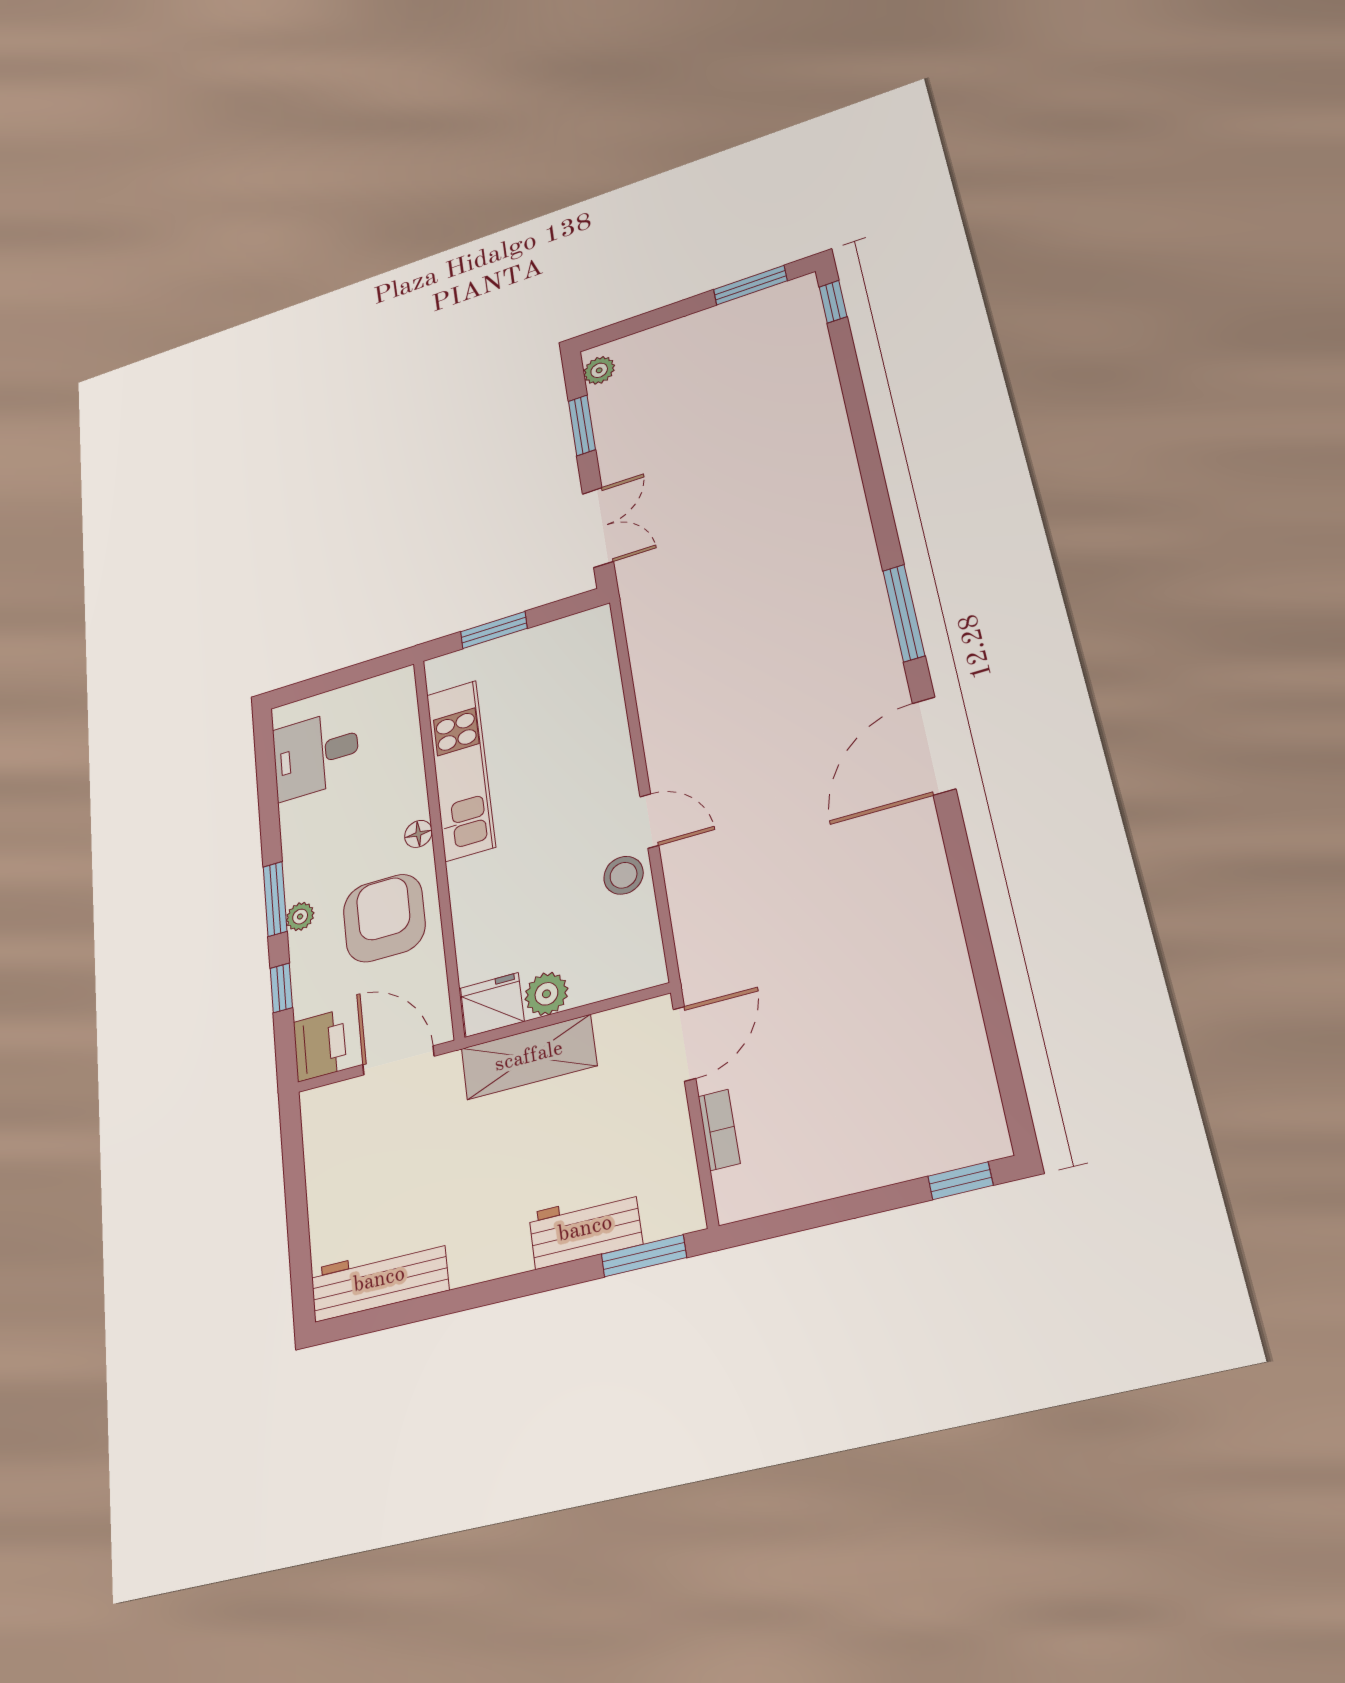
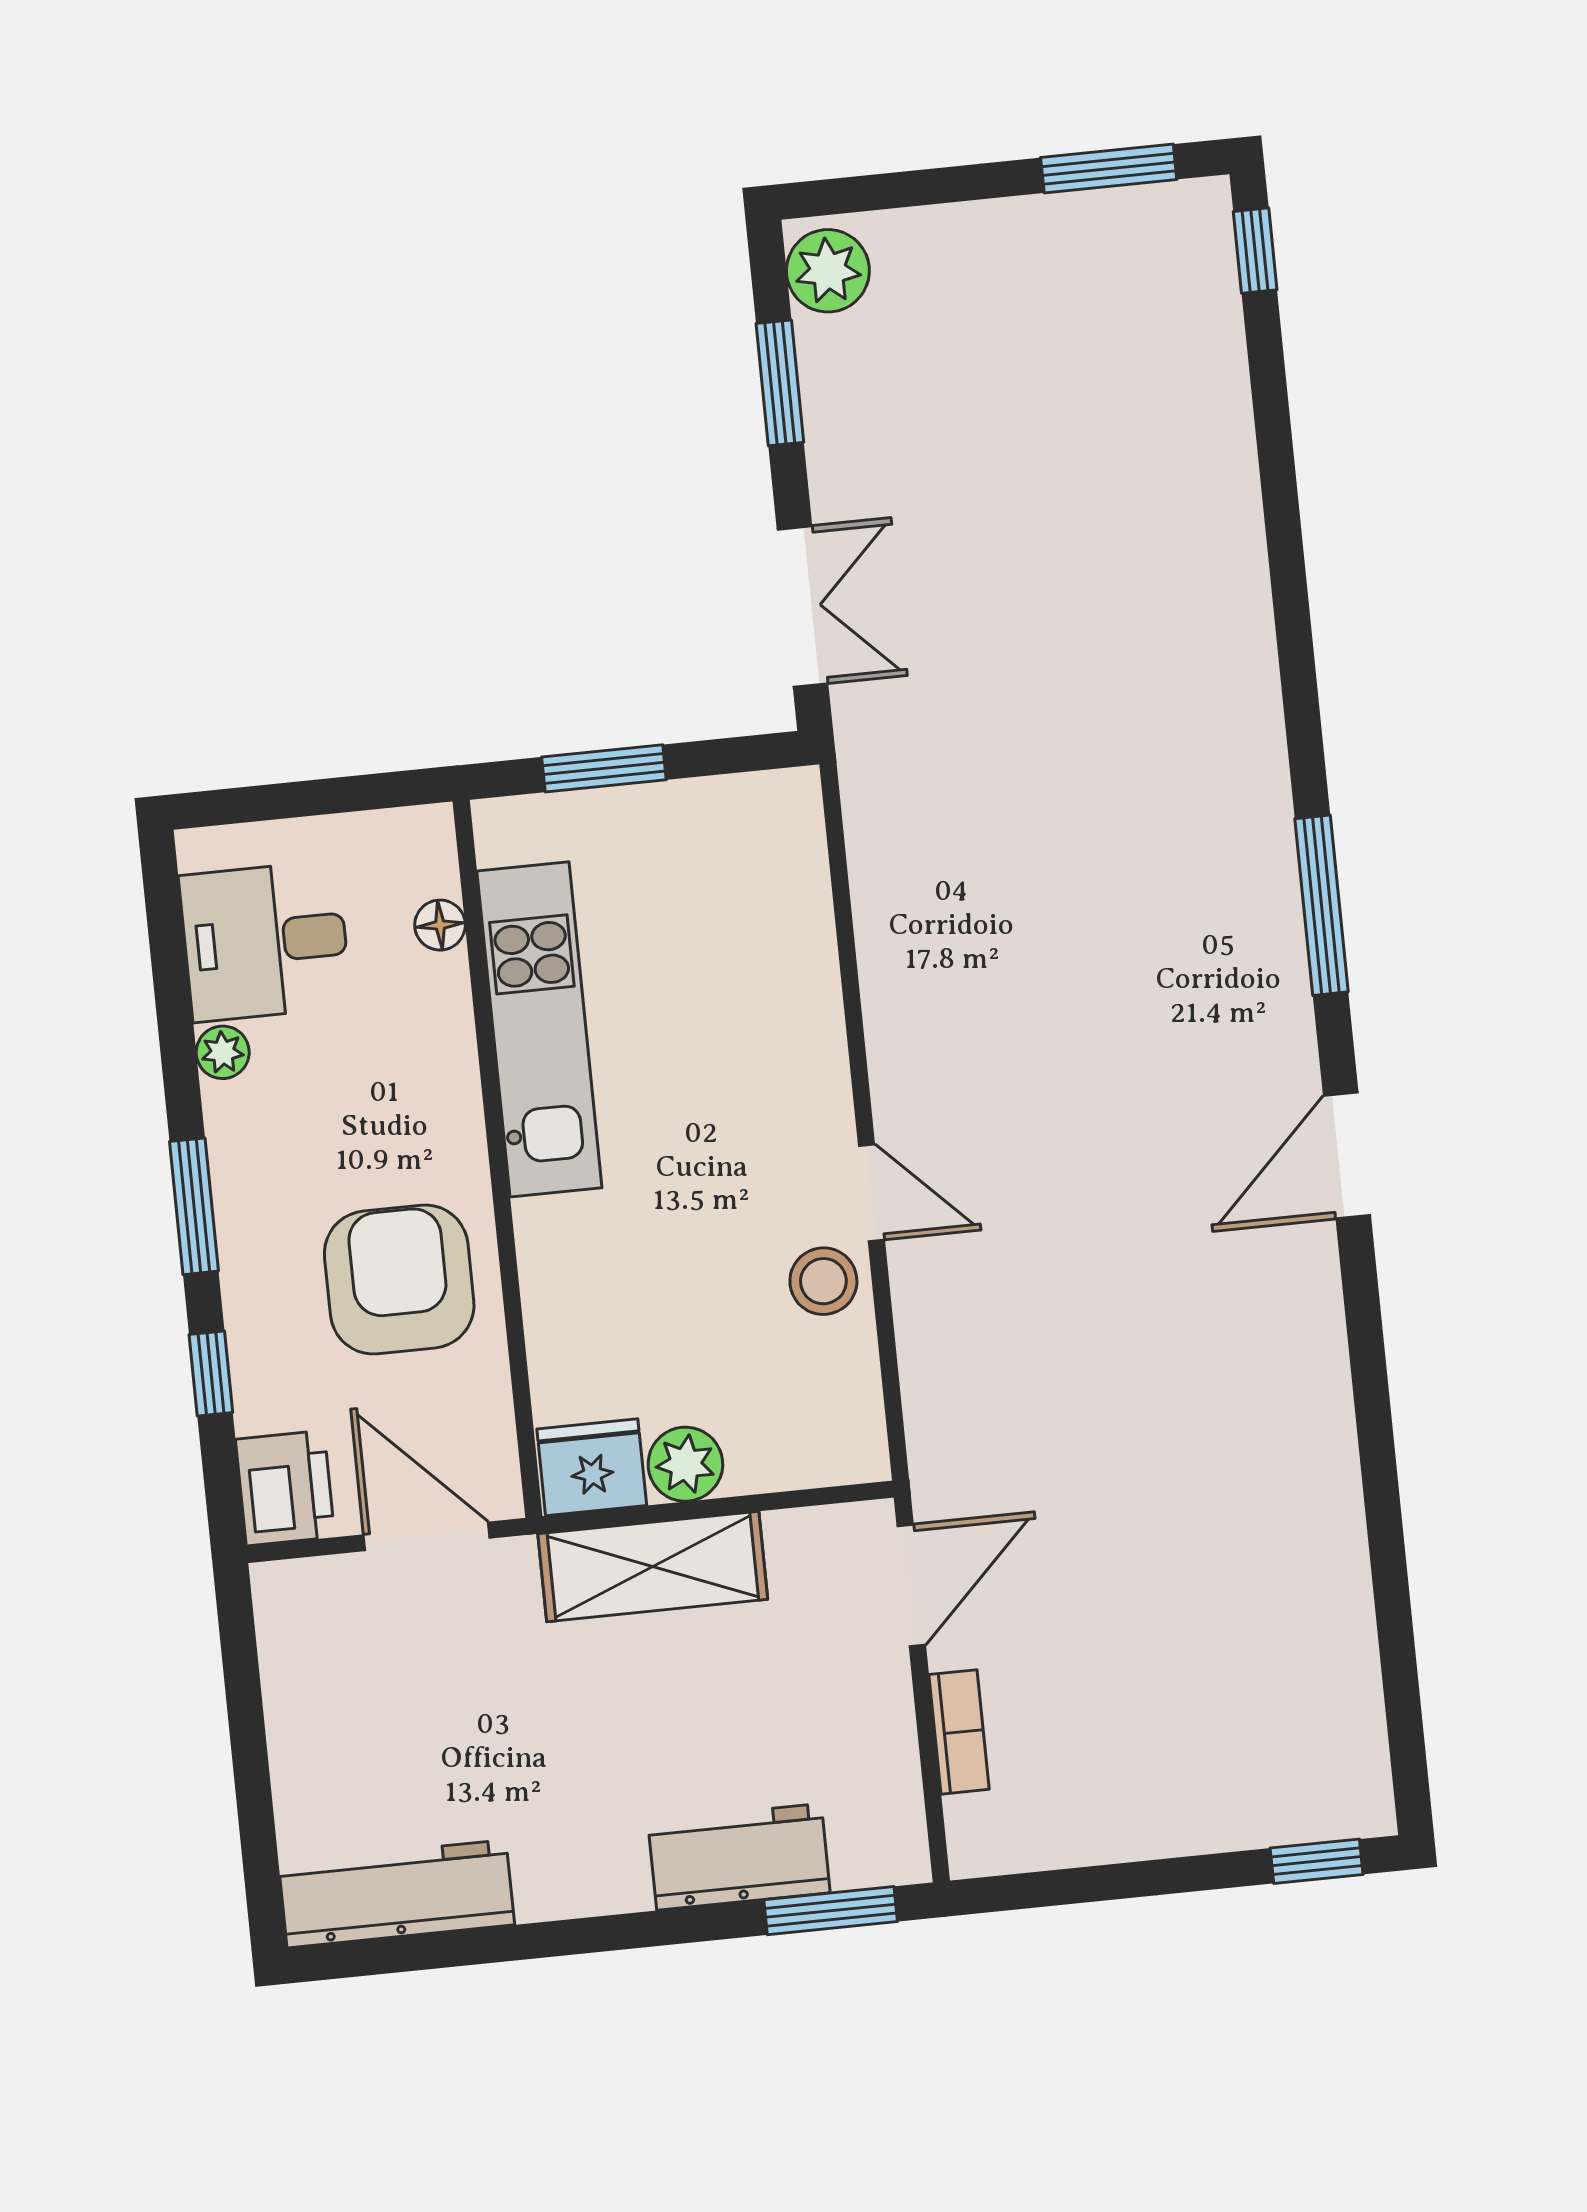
plant: (599, 370) -> (828, 271), width x1.38, depth x1.38
door: (934, 746) -> (1347, 1155), width x0.73
floor lamp: (418, 834) -> (440, 925), moved
plant: (300, 917) -> (223, 1052), moved

